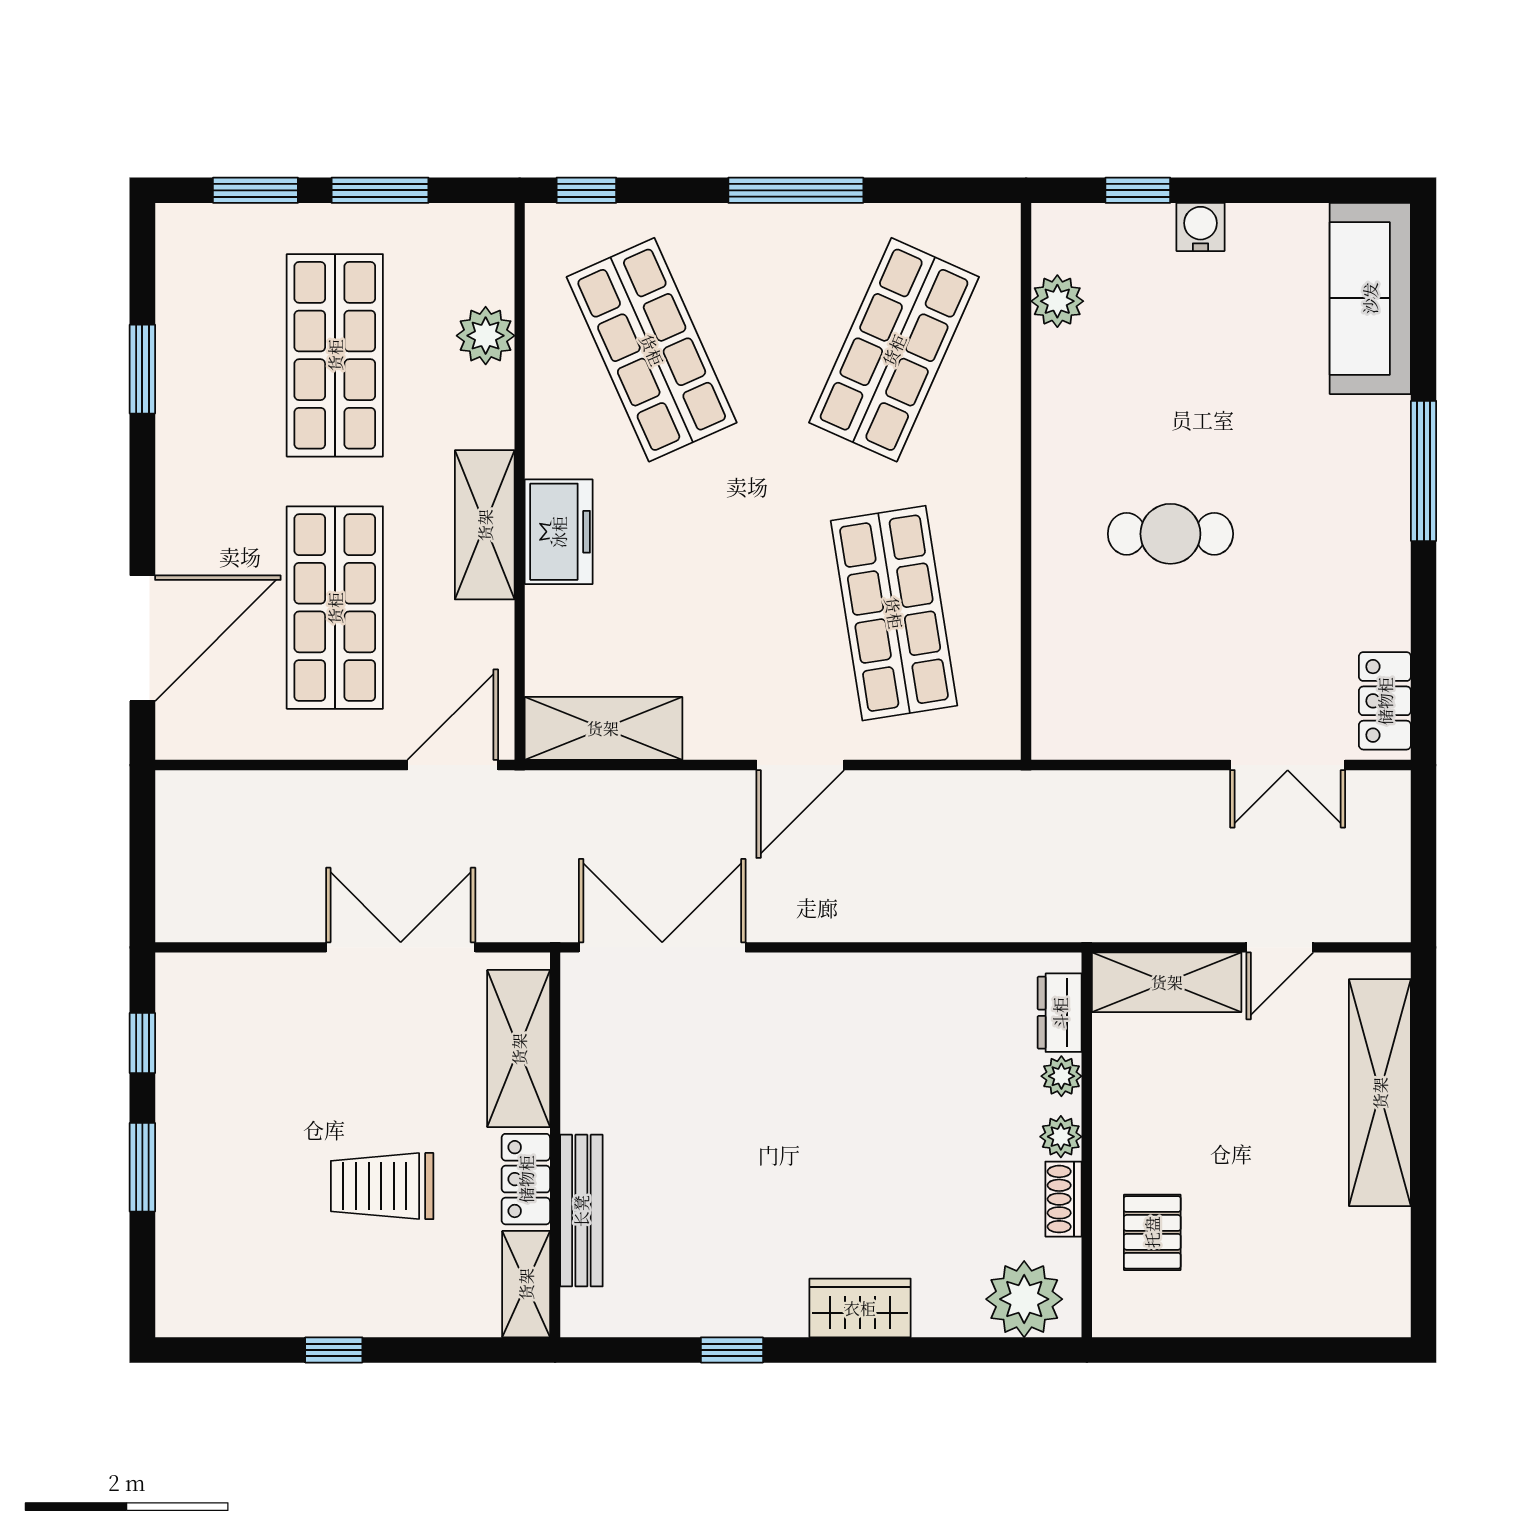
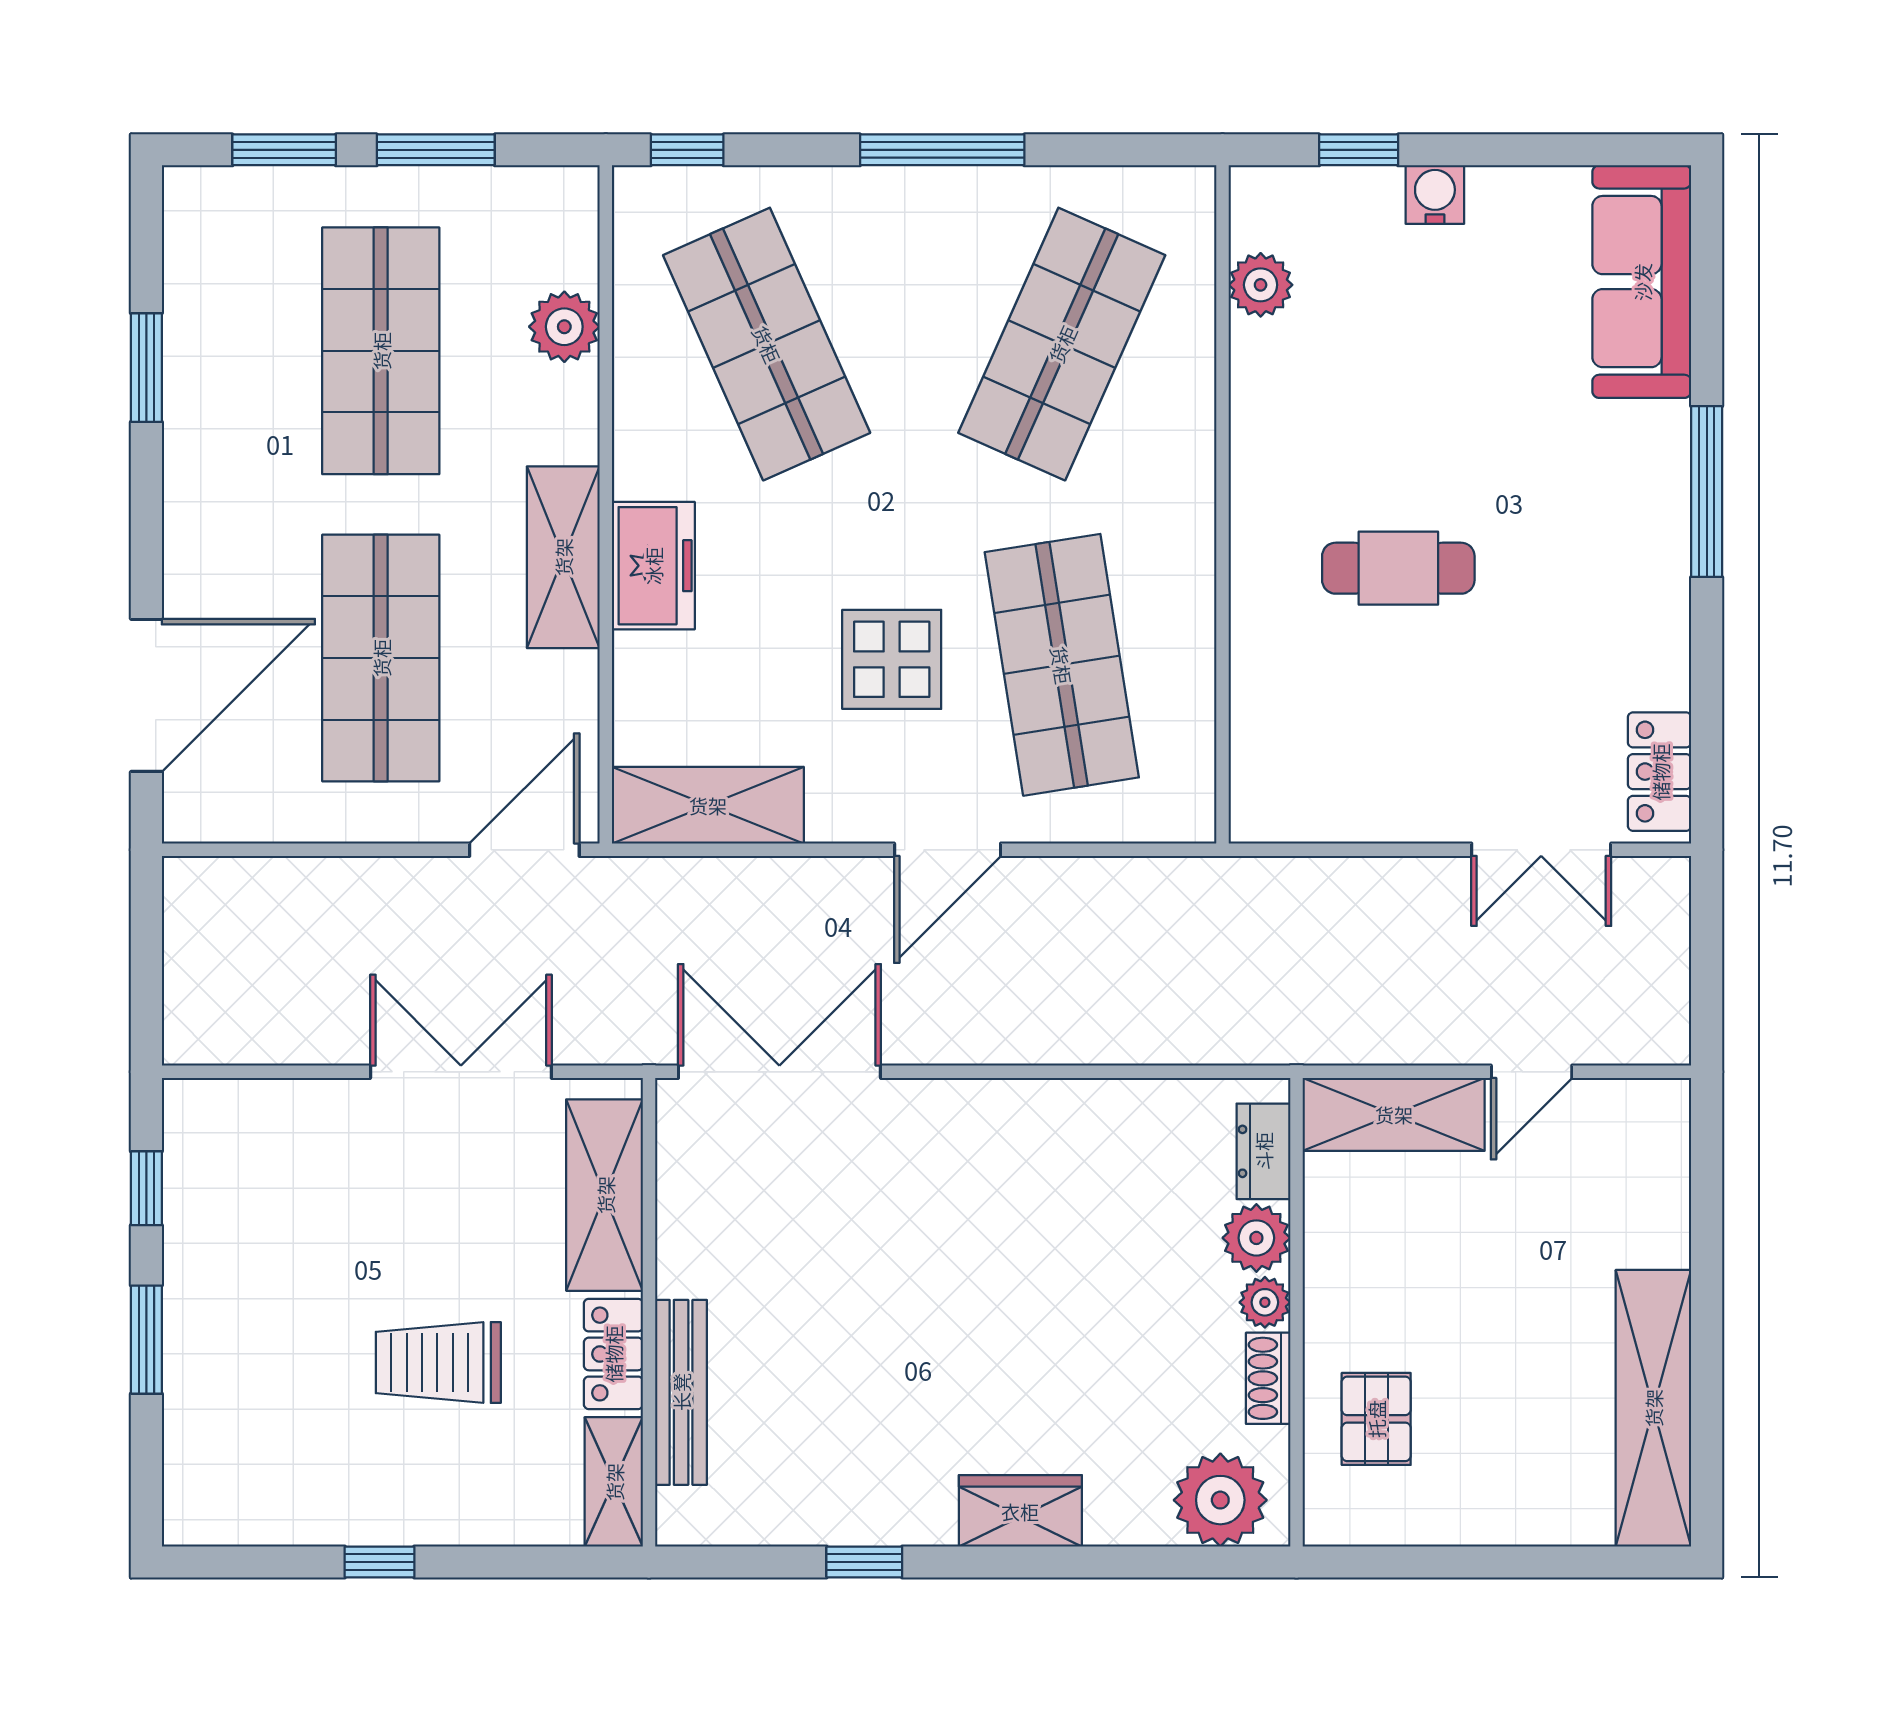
display table: (754, 609) -> (892, 659), added
plant: (1061, 1076) -> (1256, 1238), width x1.38, depth x1.38
shelving: (1380, 1093) -> (1653, 1408), moved

